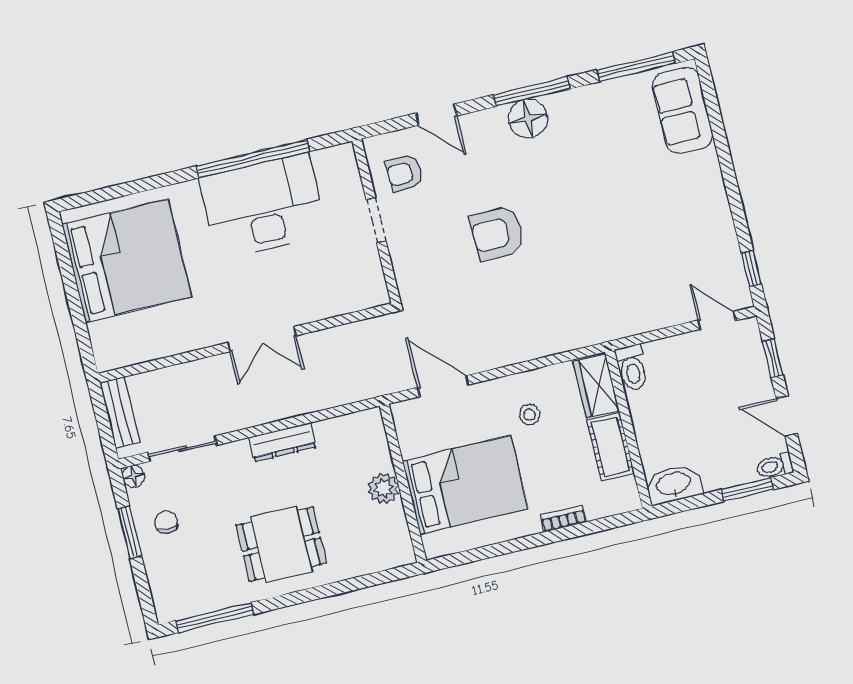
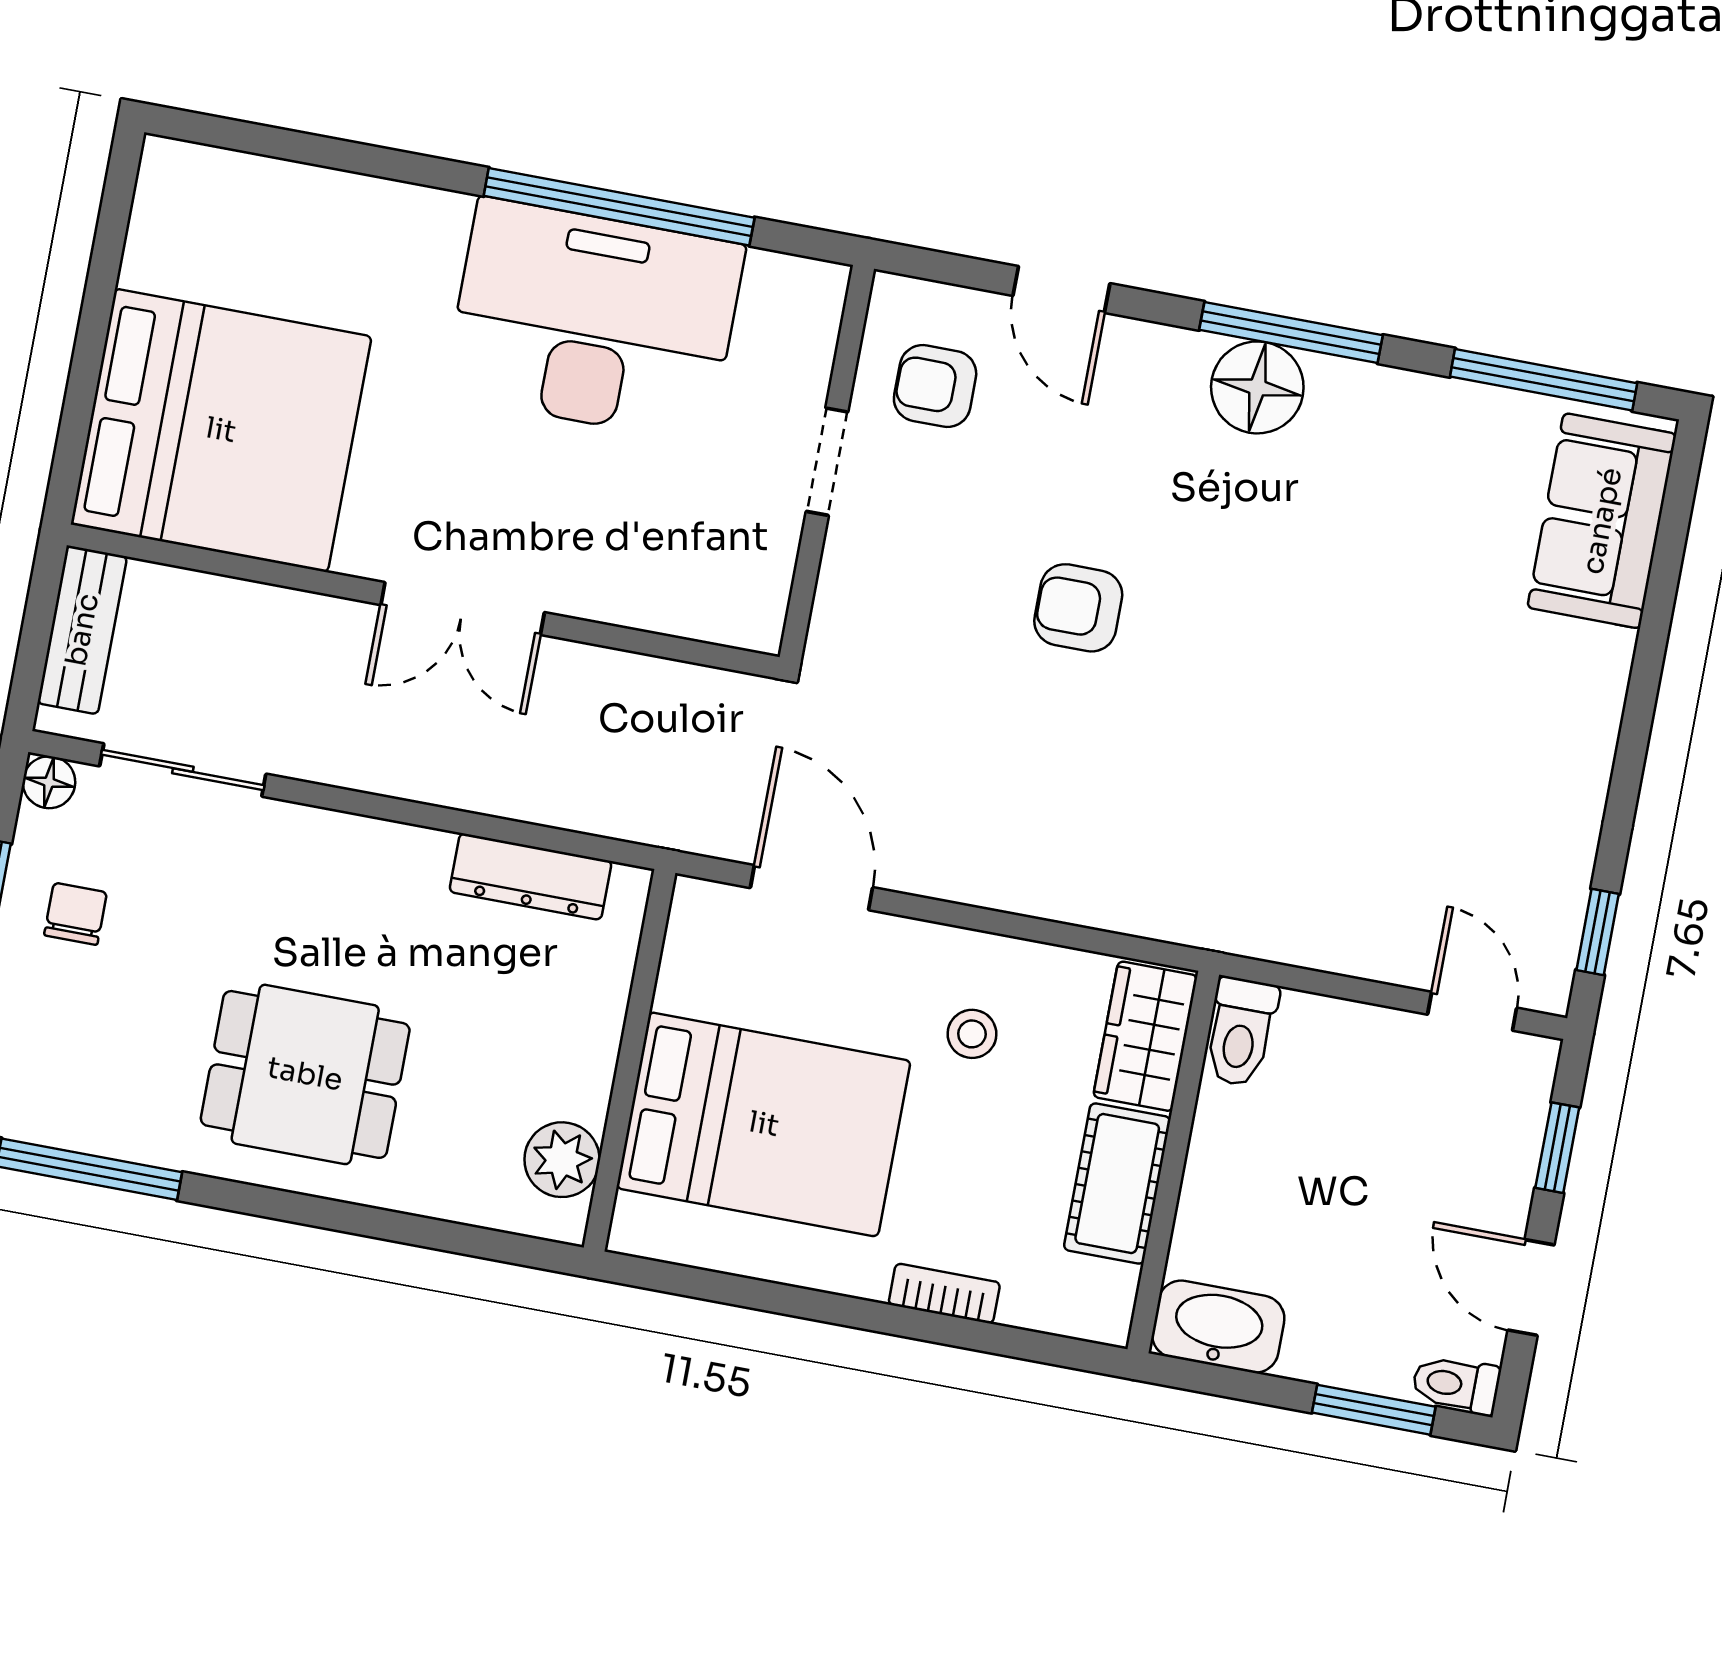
armchair: (497, 233) -> (1078, 608), width x0.72, depth x0.72
bed: (127, 261) -> (221, 430), moved
dresser: (282, 442) -> (531, 876), moved
plant: (384, 488) -> (562, 1160), moved

